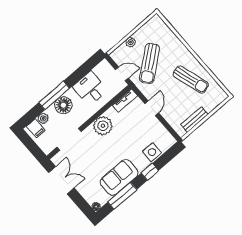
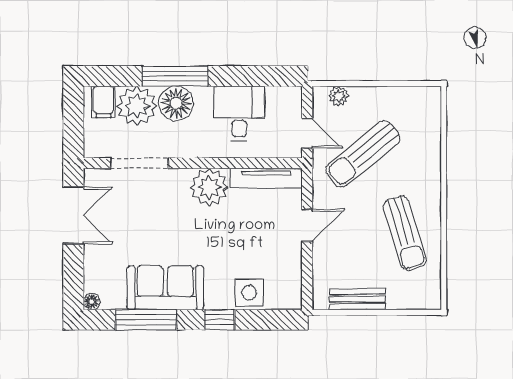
plant: (131, 42) -> (339, 96), moved
tv unit: (125, 100) -> (266, 178), width x1.41
plant: (43, 118) -> (137, 106), width x1.88, depth x1.88

